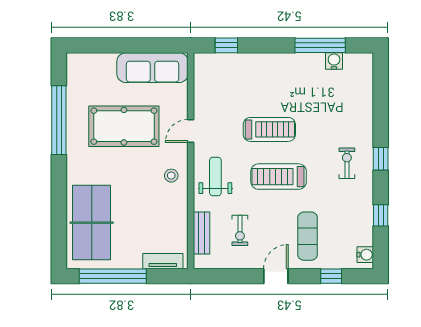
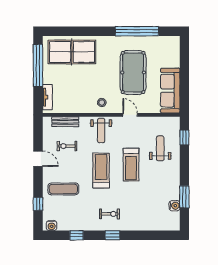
window: (320, 45) -> (184, 197), width x0.69
weight bench: (244, 83) -> (160, 148), added
weight bench: (215, 176) -> (101, 130), turned 90
door: (276, 276) -> (38, 159), moved

